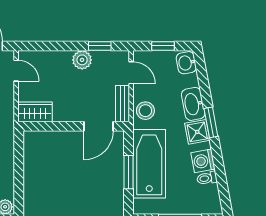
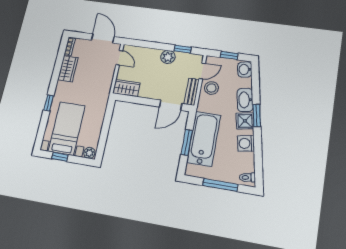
door: (131, 73) -> (202, 71), hinge flipped
stool: (145, 111) -> (211, 88), moved
toilet: (207, 178) -> (247, 177), moved

